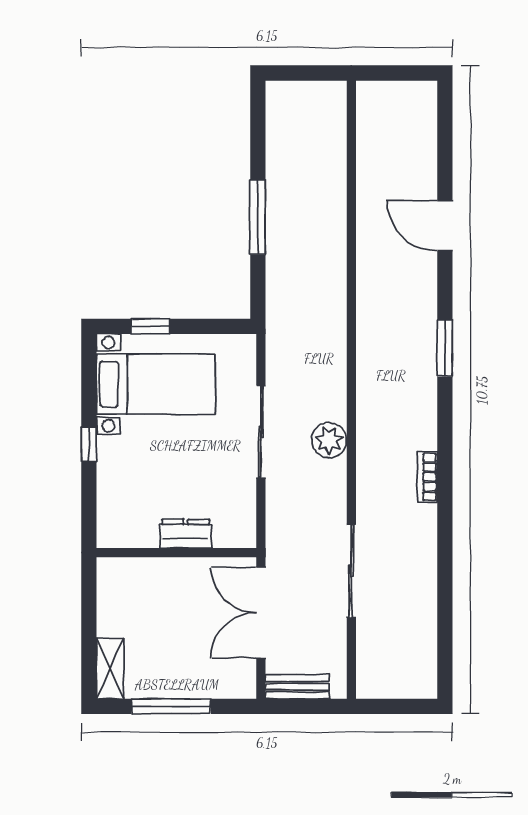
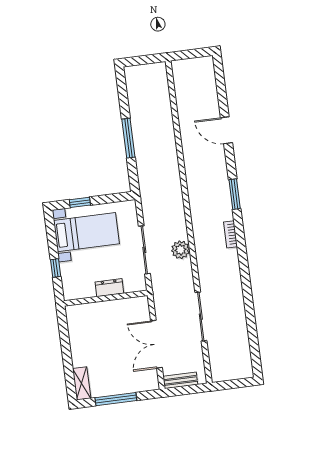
bookcase: (427, 477) -> (230, 234), moved
dresser: (186, 534) -> (109, 288), moved
wall: (176, 553) -> (106, 298), moved

